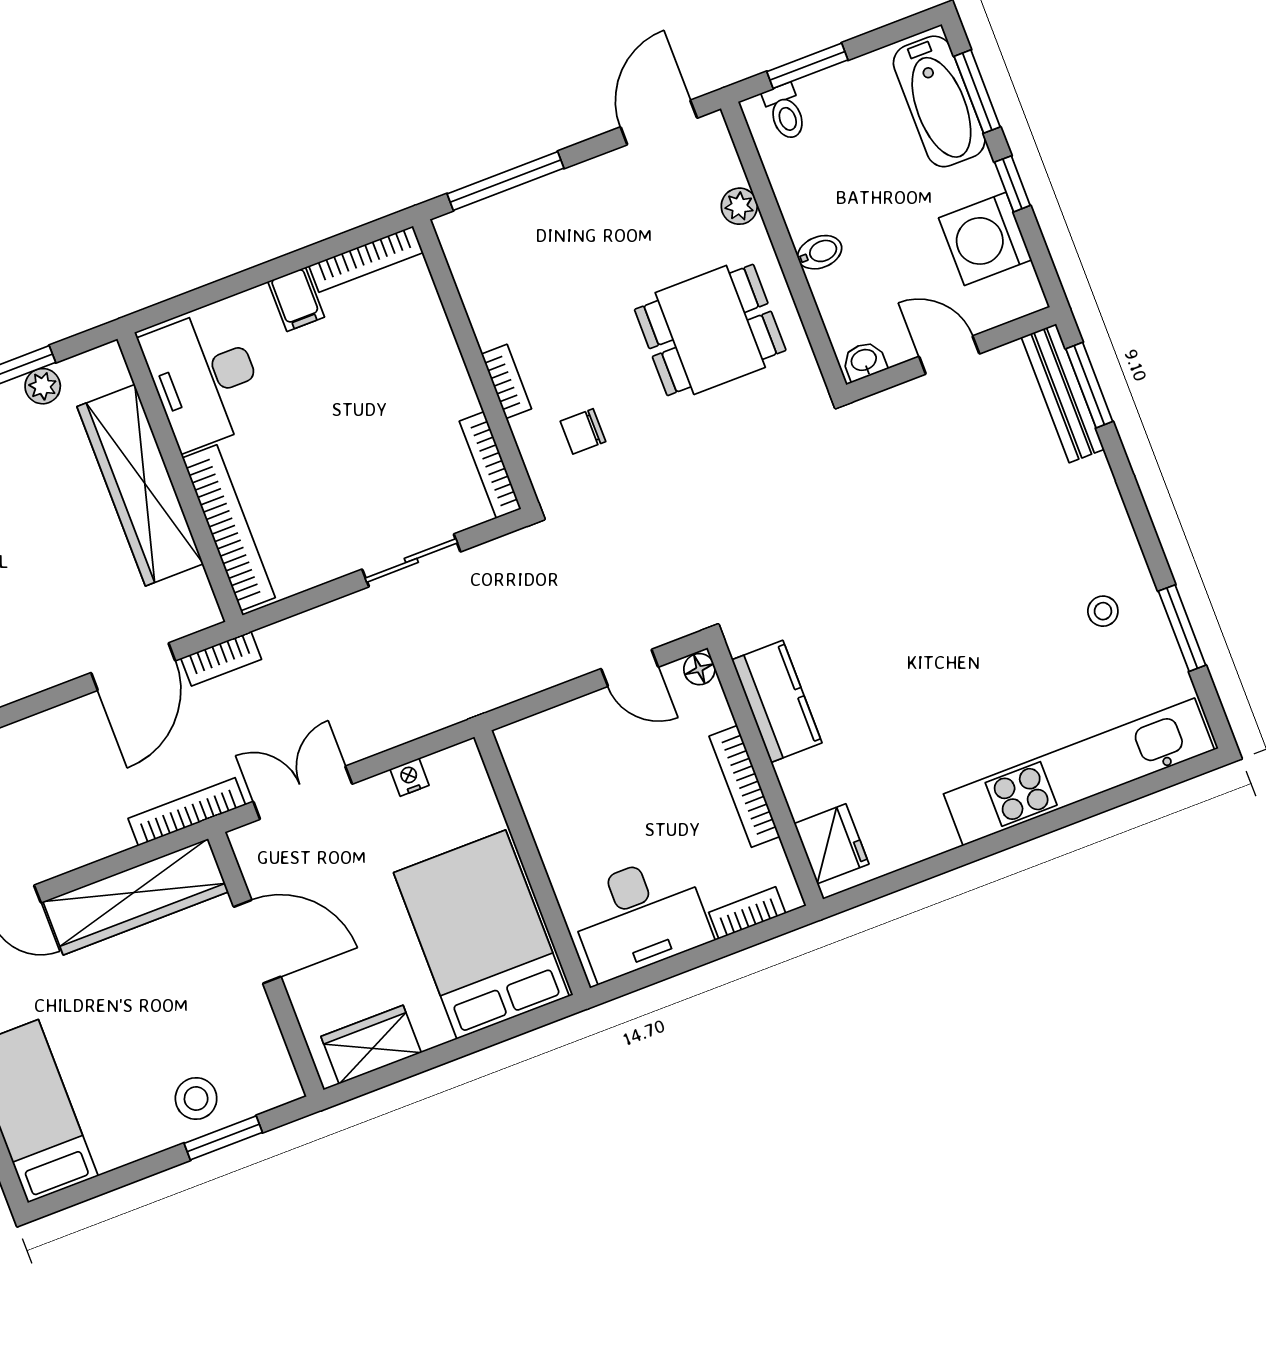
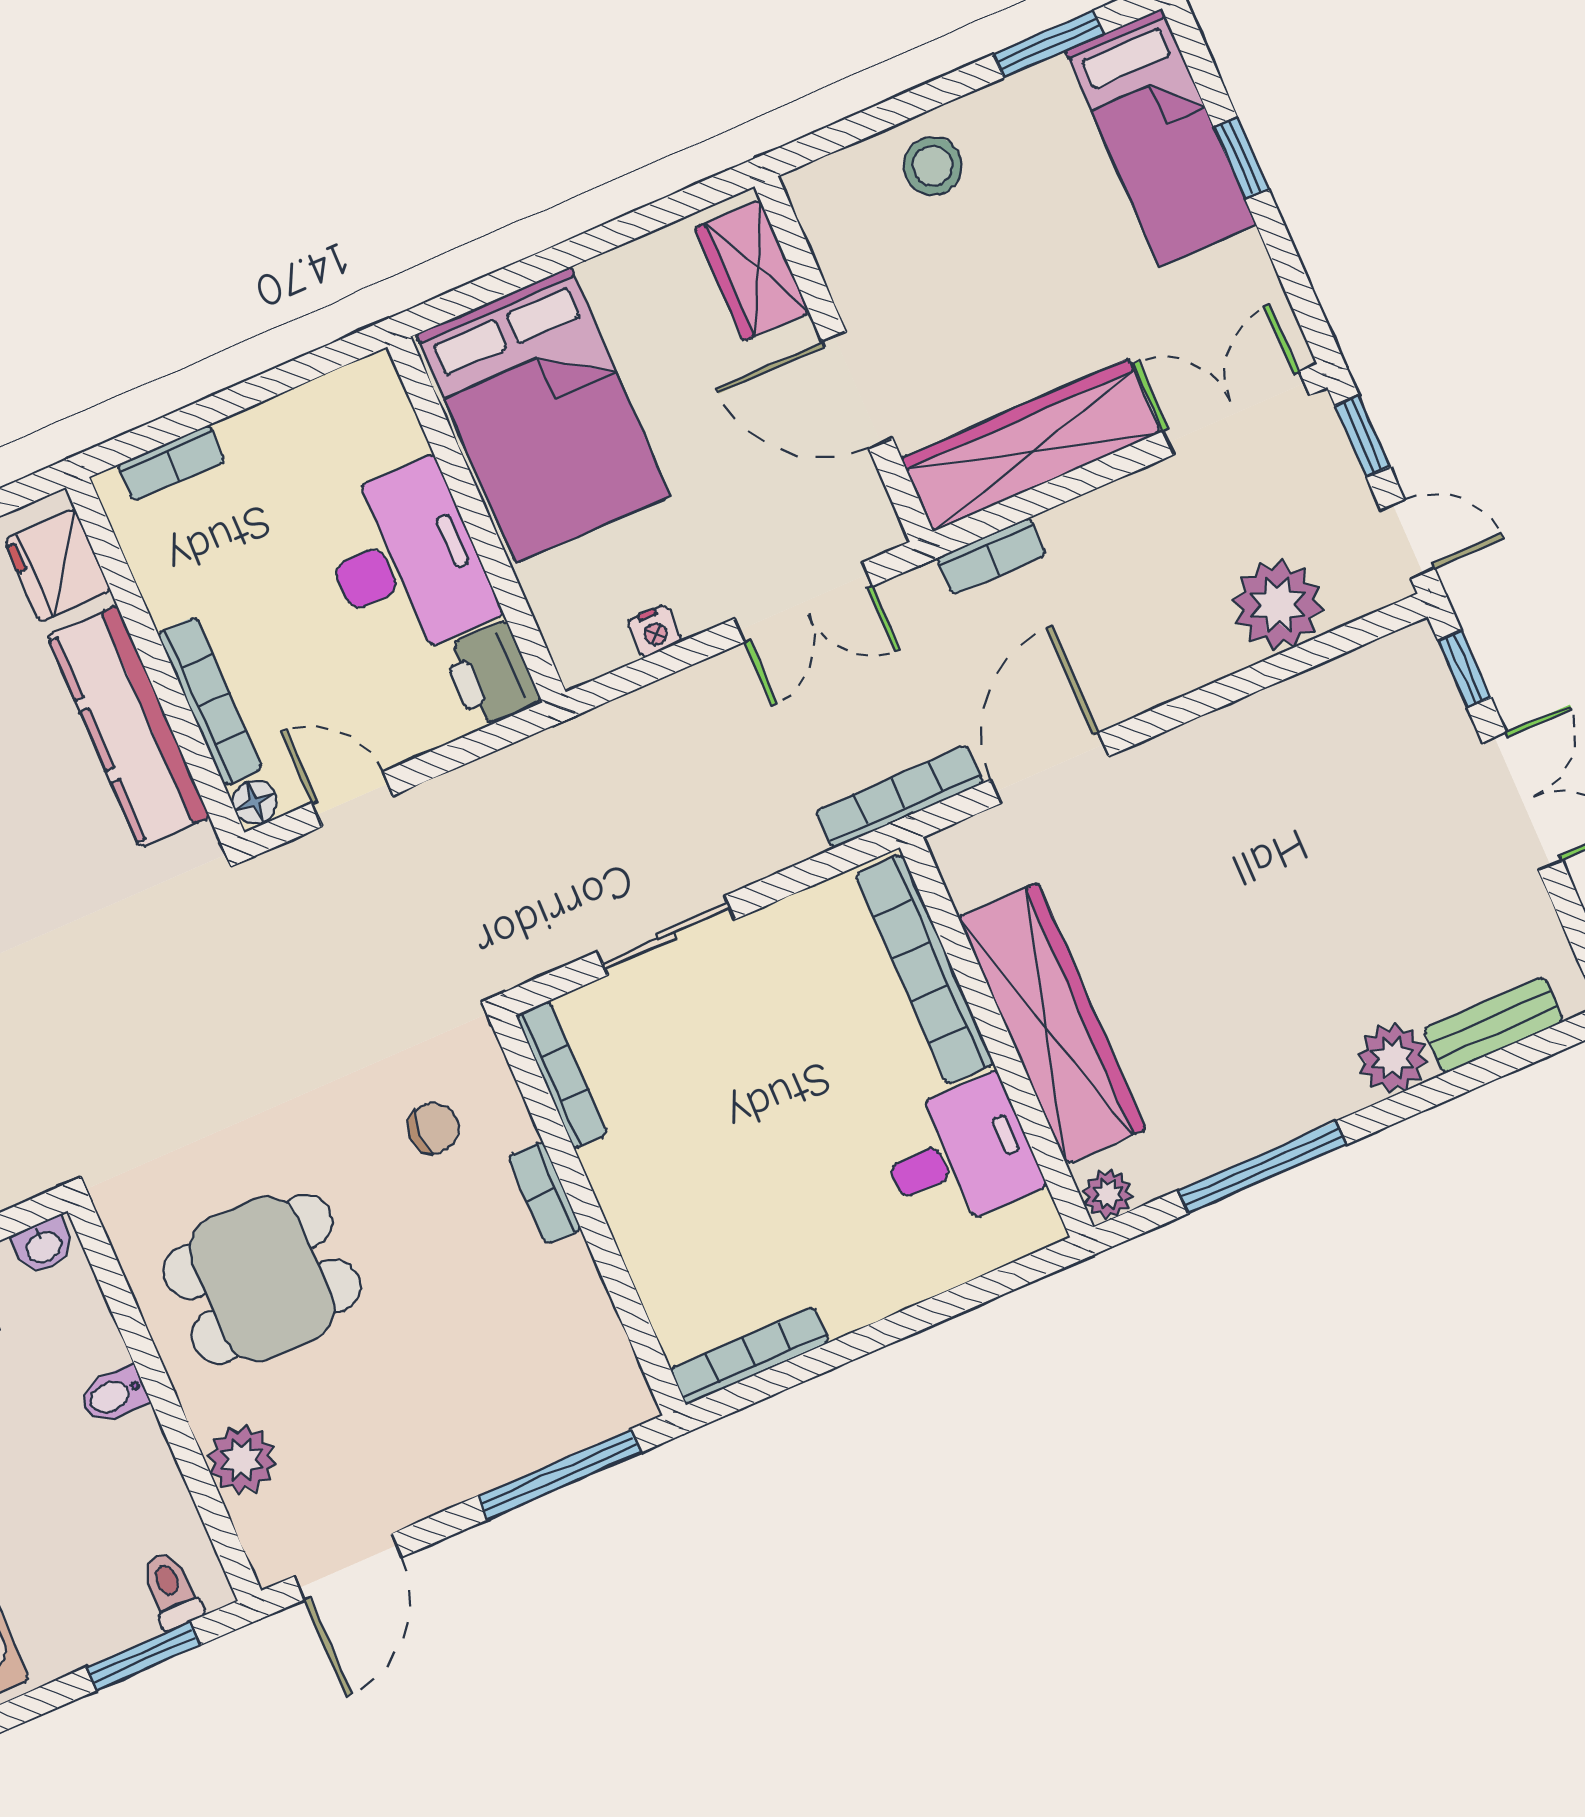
plant: (739, 206) -> (242, 1460), width x1.38, depth x1.38
filing cabinet: (296, 299) -> (845, 1295), removed
desk: (204, 379) -> (959, 1155), width x0.73
plant: (43, 386) -> (1108, 1194), moved
bookcase: (221, 659) -> (899, 797), width x1.56
kitchen counter: (777, 701) -> (128, 726), width x1.50
printer: (527, 752) -> (491, 675), added
bookcase: (744, 786) -> (210, 701), moved
bookcase: (187, 812) -> (991, 556), width x0.64
desk: (639, 917) -> (406, 562), moved, turned 90
wardrobe: (371, 1045) -> (752, 270), moved, turned 90
window: (223, 1138) -> (1048, 44), moved

